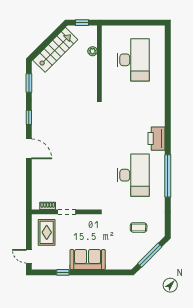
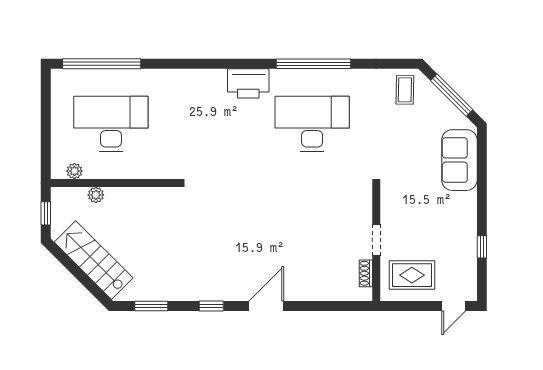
plant: (106, 39) -> (74, 171), added
window: (168, 55) -> (102, 64), added
coffee table: (139, 228) -> (405, 90), moved
sofa: (88, 260) -> (459, 160), moved

